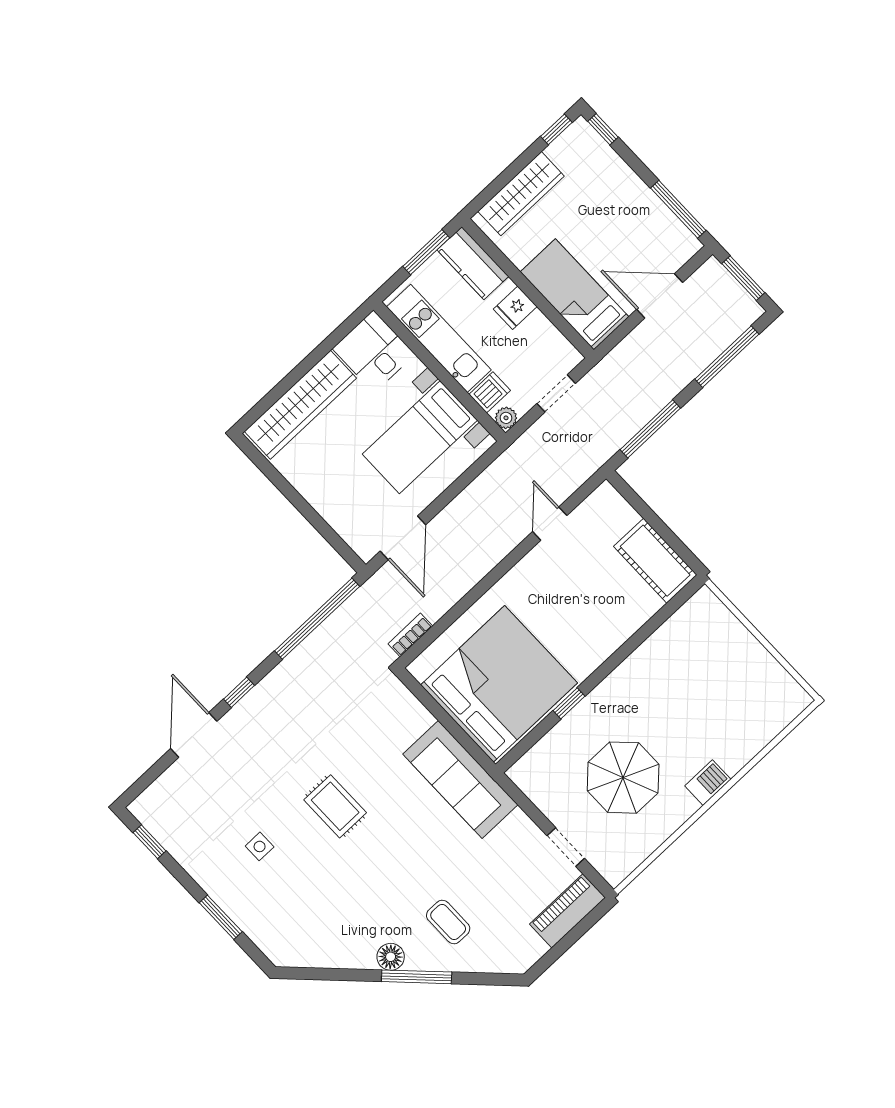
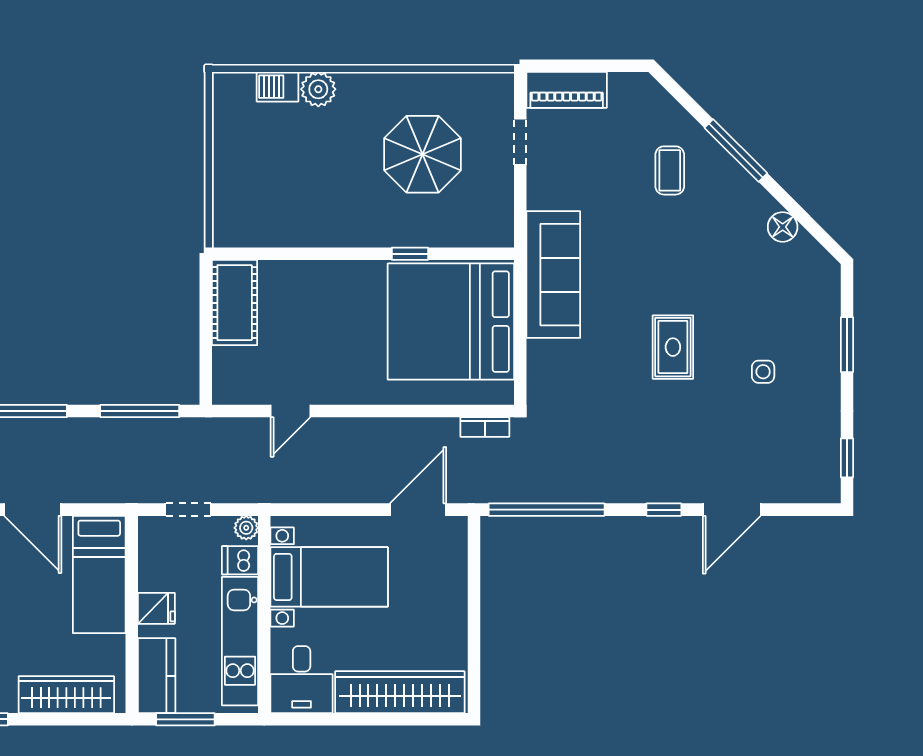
plant: (733, 755) -> (318, 89), added
barbecue: (708, 783) -> (278, 87), moved
floor lamp: (391, 957) -> (783, 227), moved

